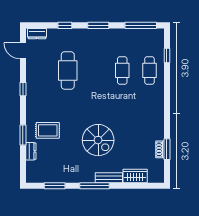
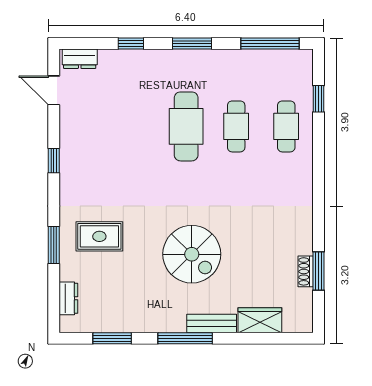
cafe table: (68, 70) -> (186, 126), moved
dresser: (31, 151) -> (68, 298), moved

